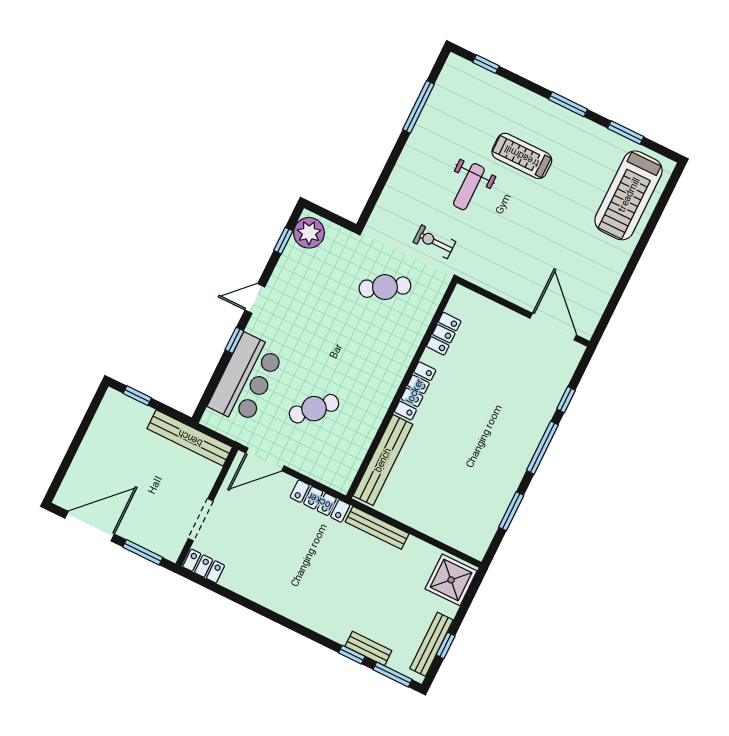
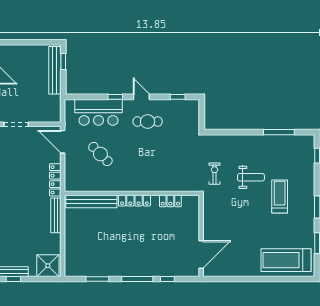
weight bench: (469, 187) -> (251, 177), turned 180
plant: (309, 233) -> (188, 108), removed
cafe table: (385, 287) -> (148, 121), moved, turned -59
bench: (190, 438) -> (55, 70), moved

